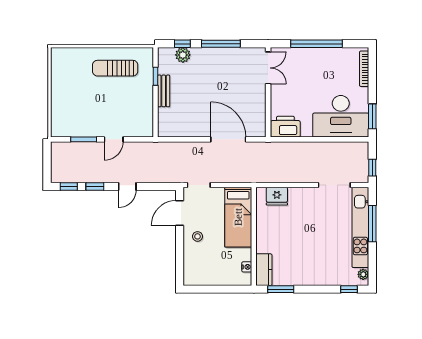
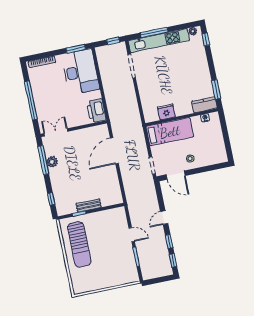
window: (221, 44) -> (43, 160), moved
plant: (183, 55) -> (52, 162), moved
sun lounger: (115, 68) -> (79, 244), width x1.36, depth x1.34
door: (127, 186) -> (164, 218), swing flipped
fridge: (277, 196) -> (166, 112), moved, turned -90

